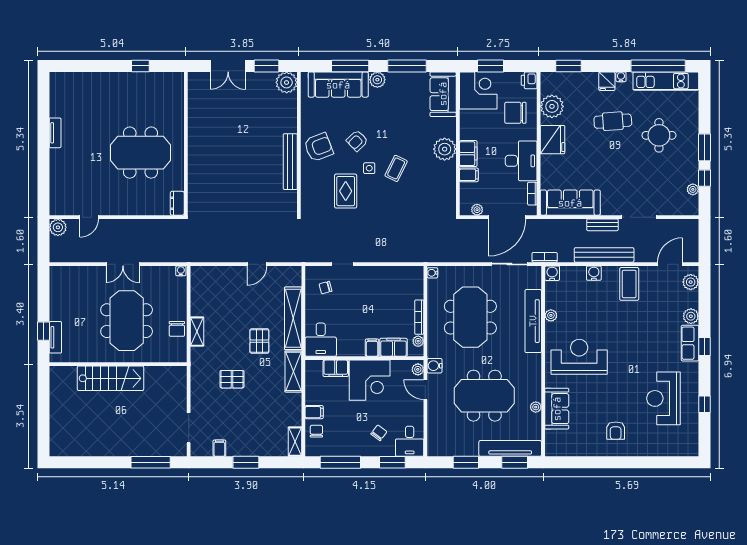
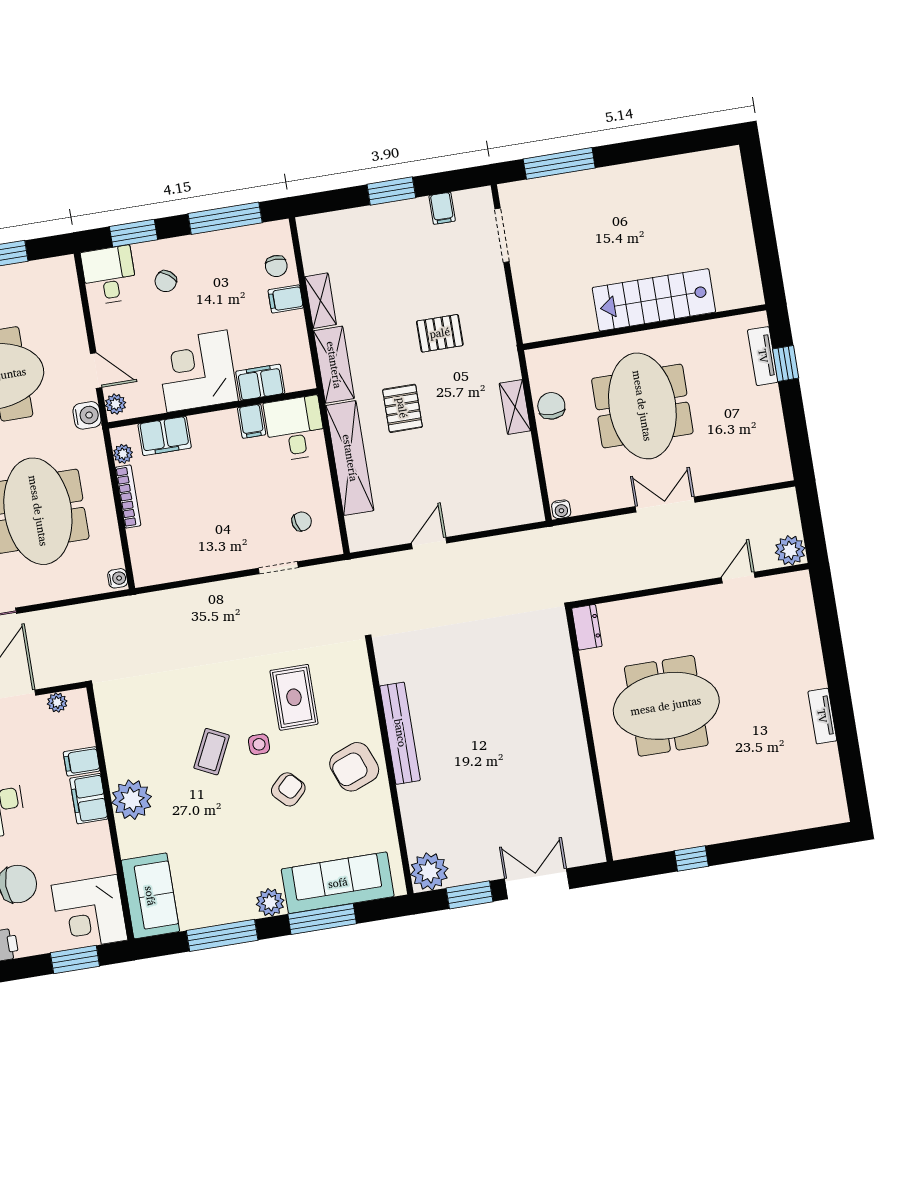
filing cabinet: (372, 348) -> (252, 421), moved
shelving: (295, 442) -> (321, 301), moved

